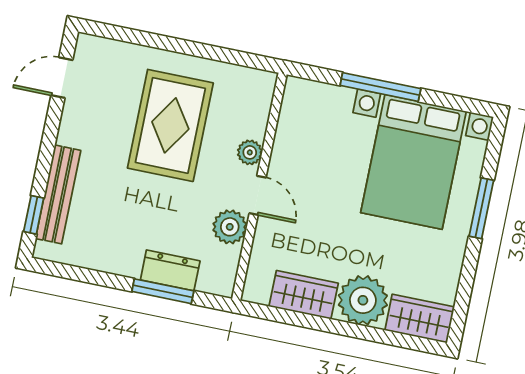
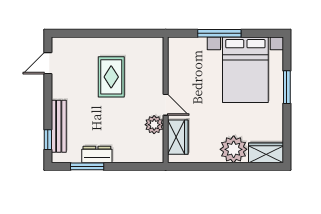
rug: (170, 125) -> (111, 77), width x0.73, depth x0.70
plant: (250, 152) -> (157, 83), removed
dresser: (170, 270) -> (97, 155), moved
window: (163, 291) -> (87, 166), moved
wardrobe: (304, 295) -> (178, 137), moved, turned 90

